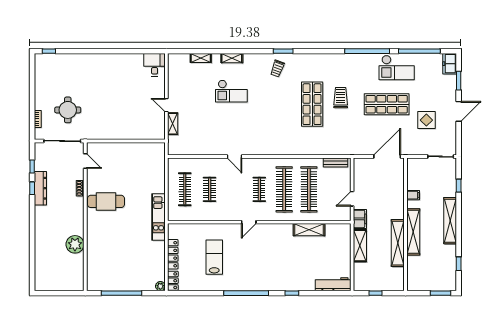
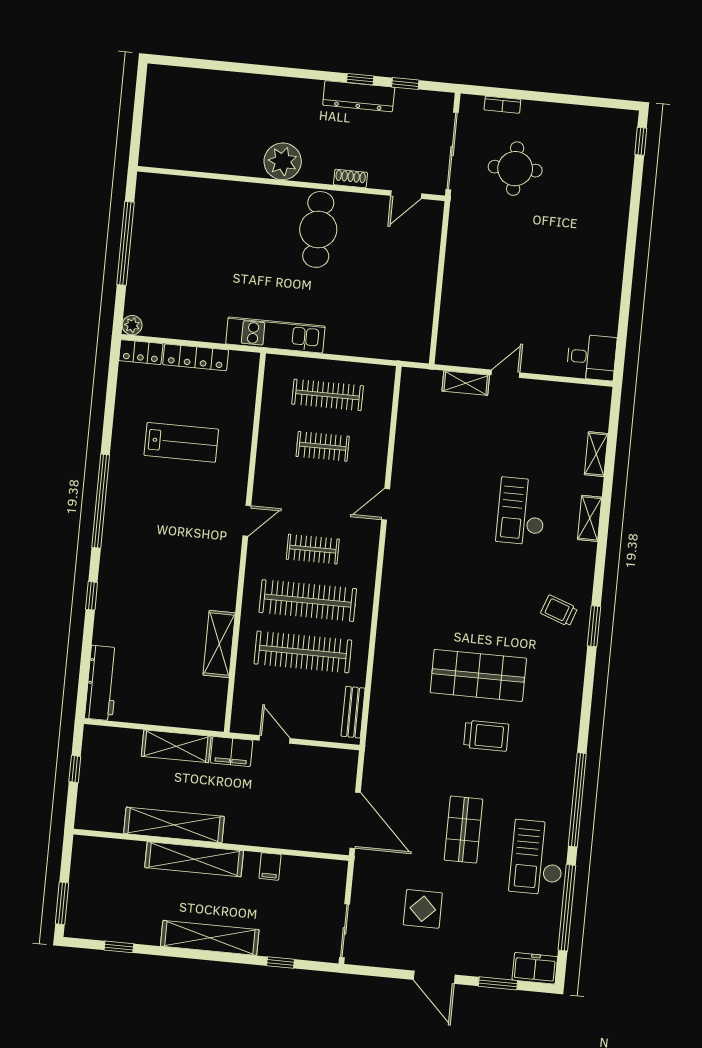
shop shelf: (387, 104) -> (463, 830), width x0.70, depth x0.74
door: (249, 222) -> (247, 521), swing flipped
plant: (75, 244) -> (283, 161), moved

